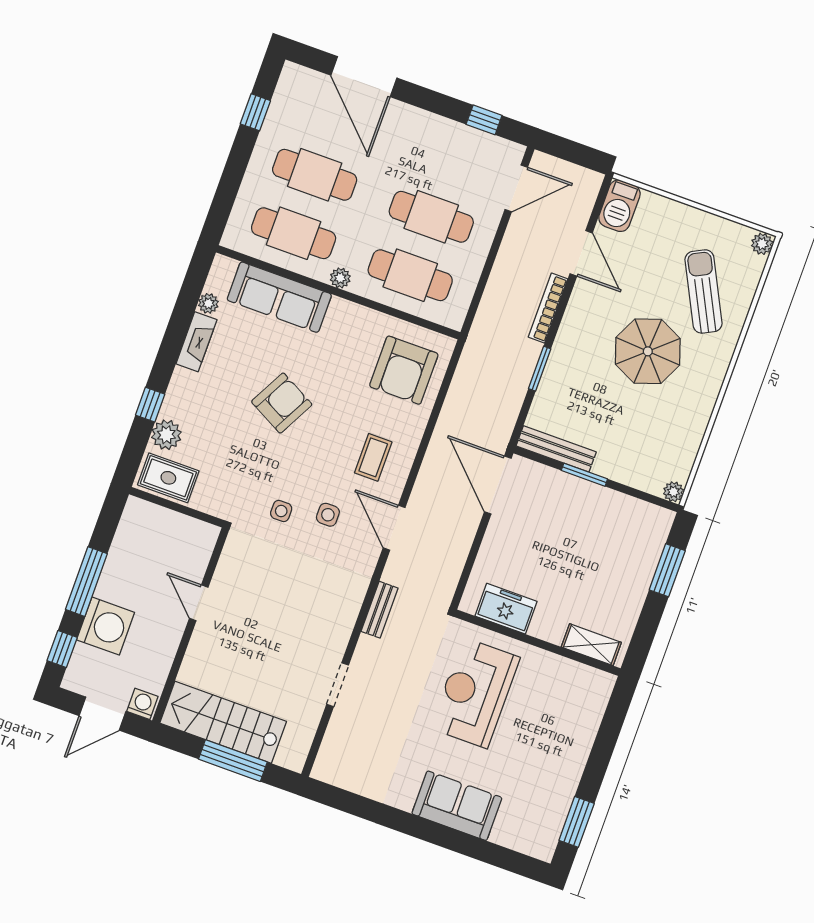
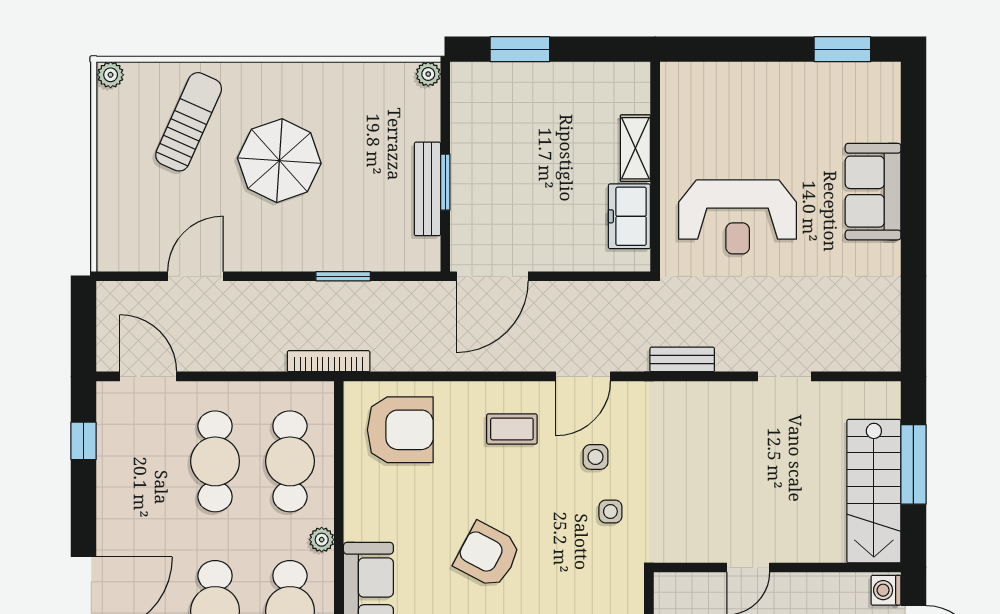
barbecue: (619, 206) -> (126, 252), removed
sun lounger: (703, 291) -> (189, 122), turned 141
bookcase: (548, 308) -> (329, 361), moved, turned 180
bench: (556, 449) -> (427, 189), moved
shelving: (591, 645) -> (635, 148), moved

